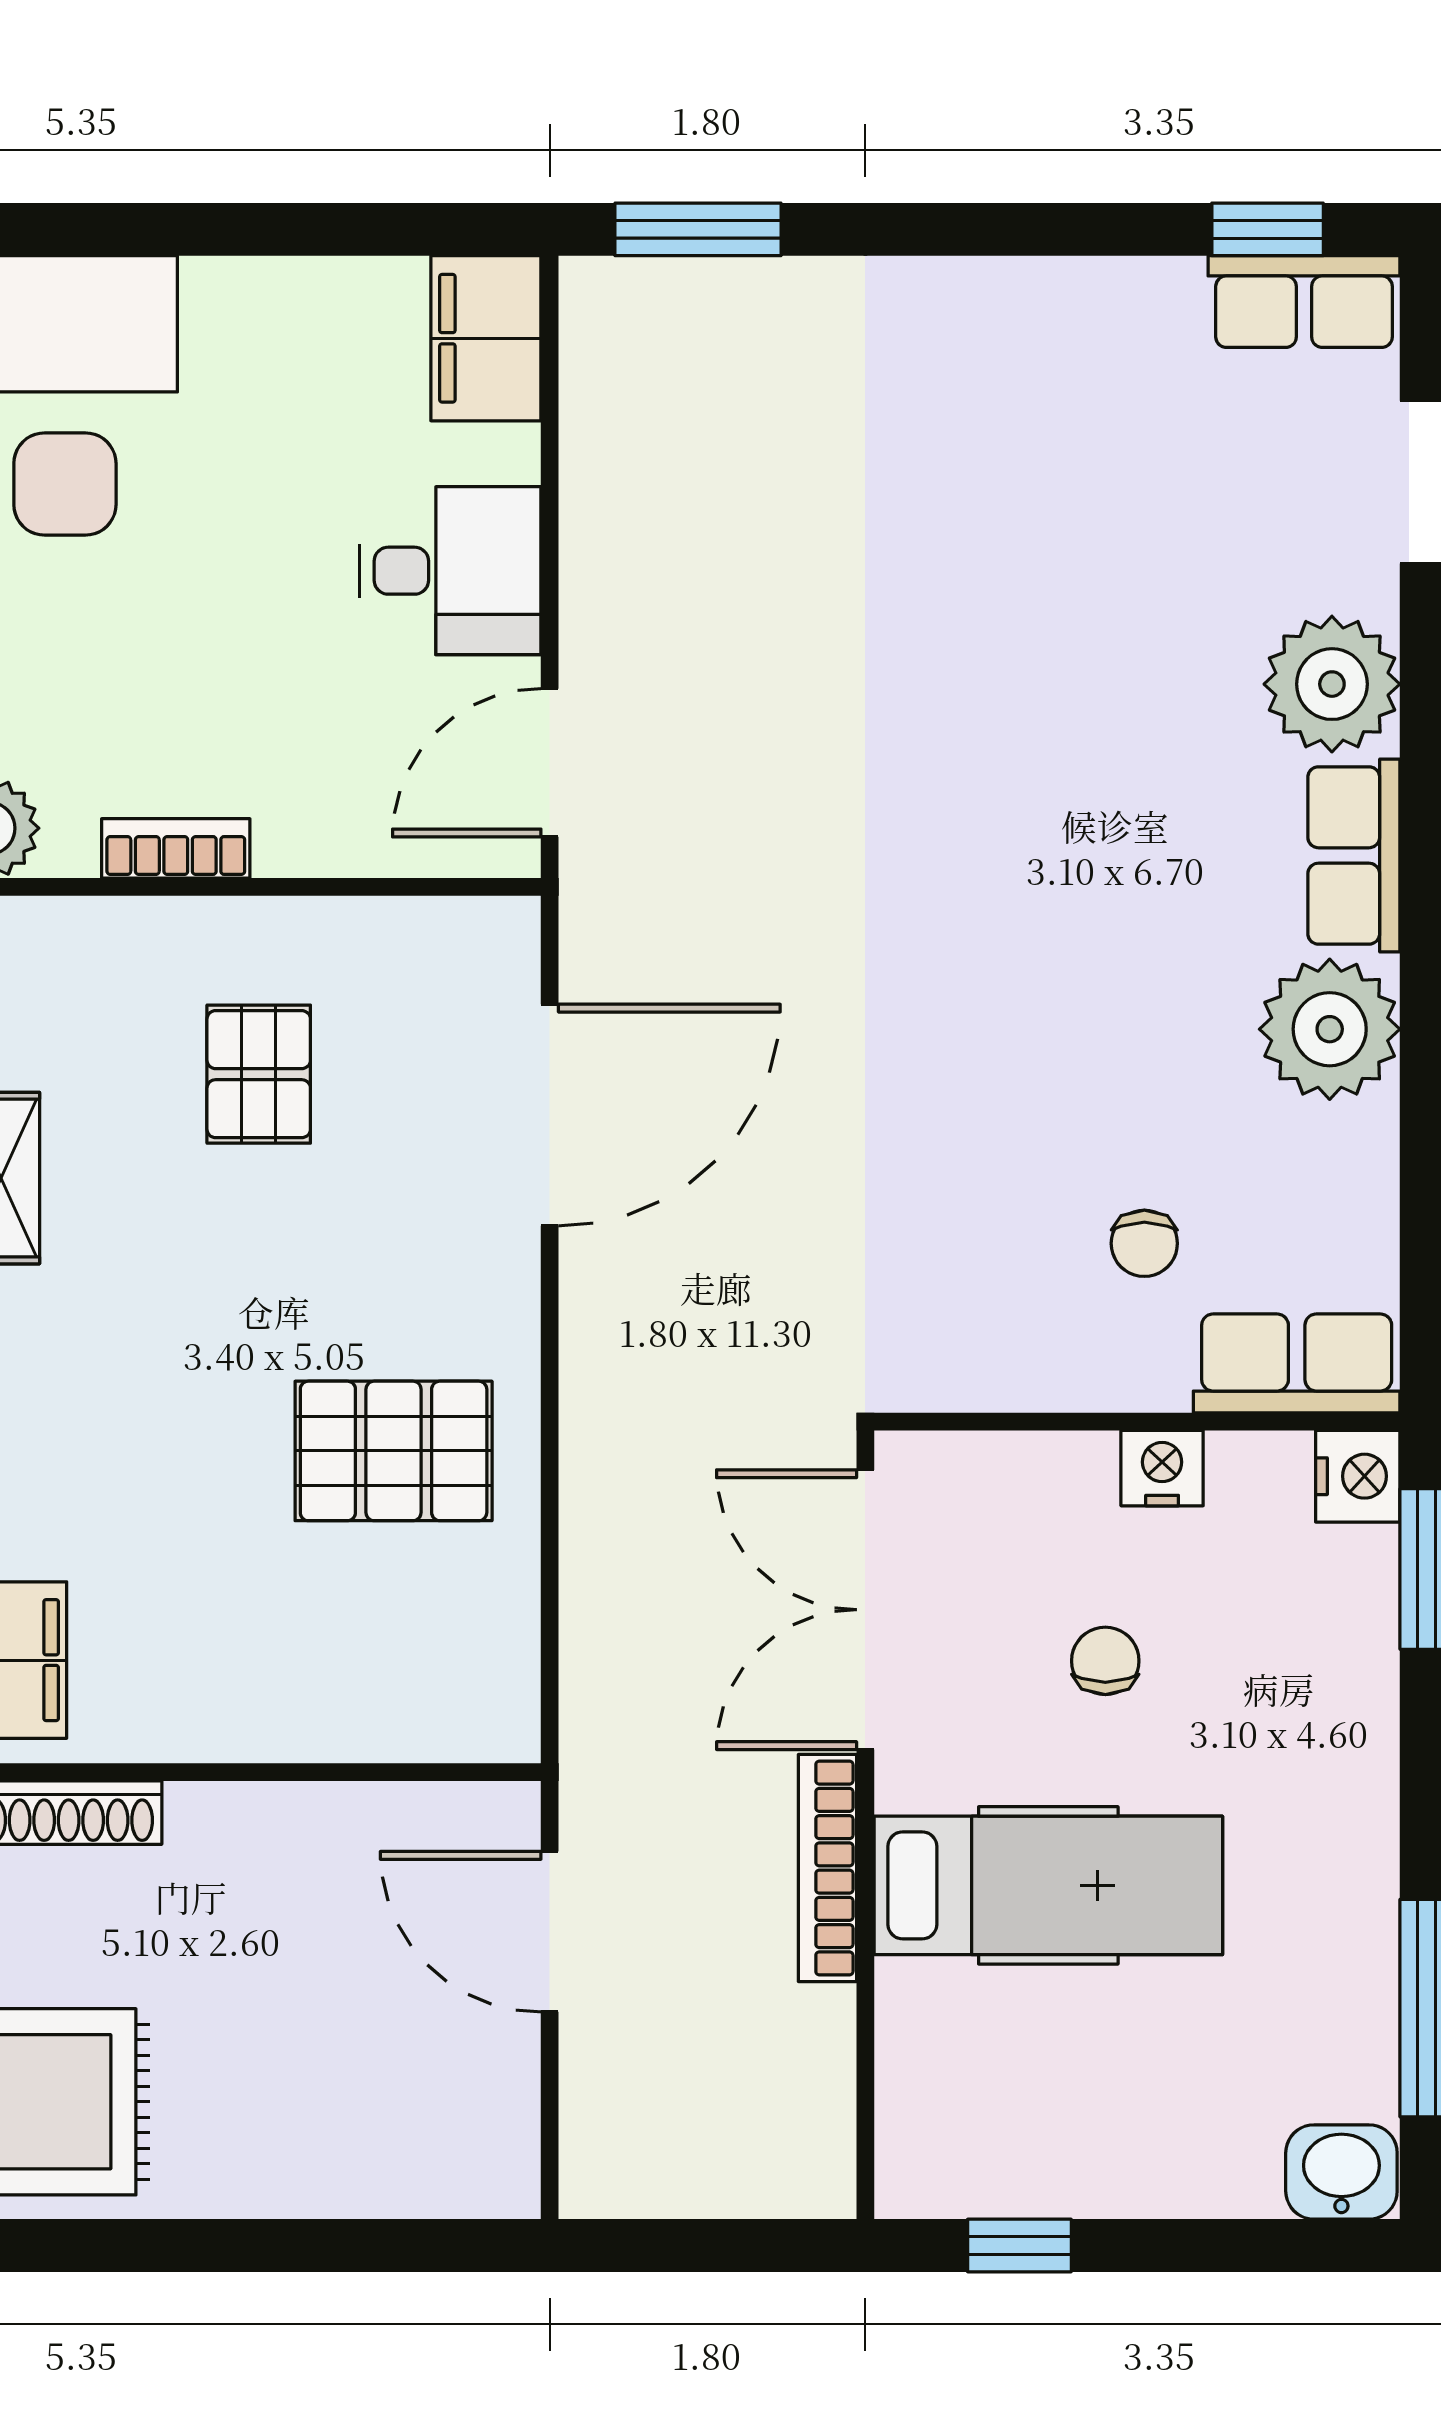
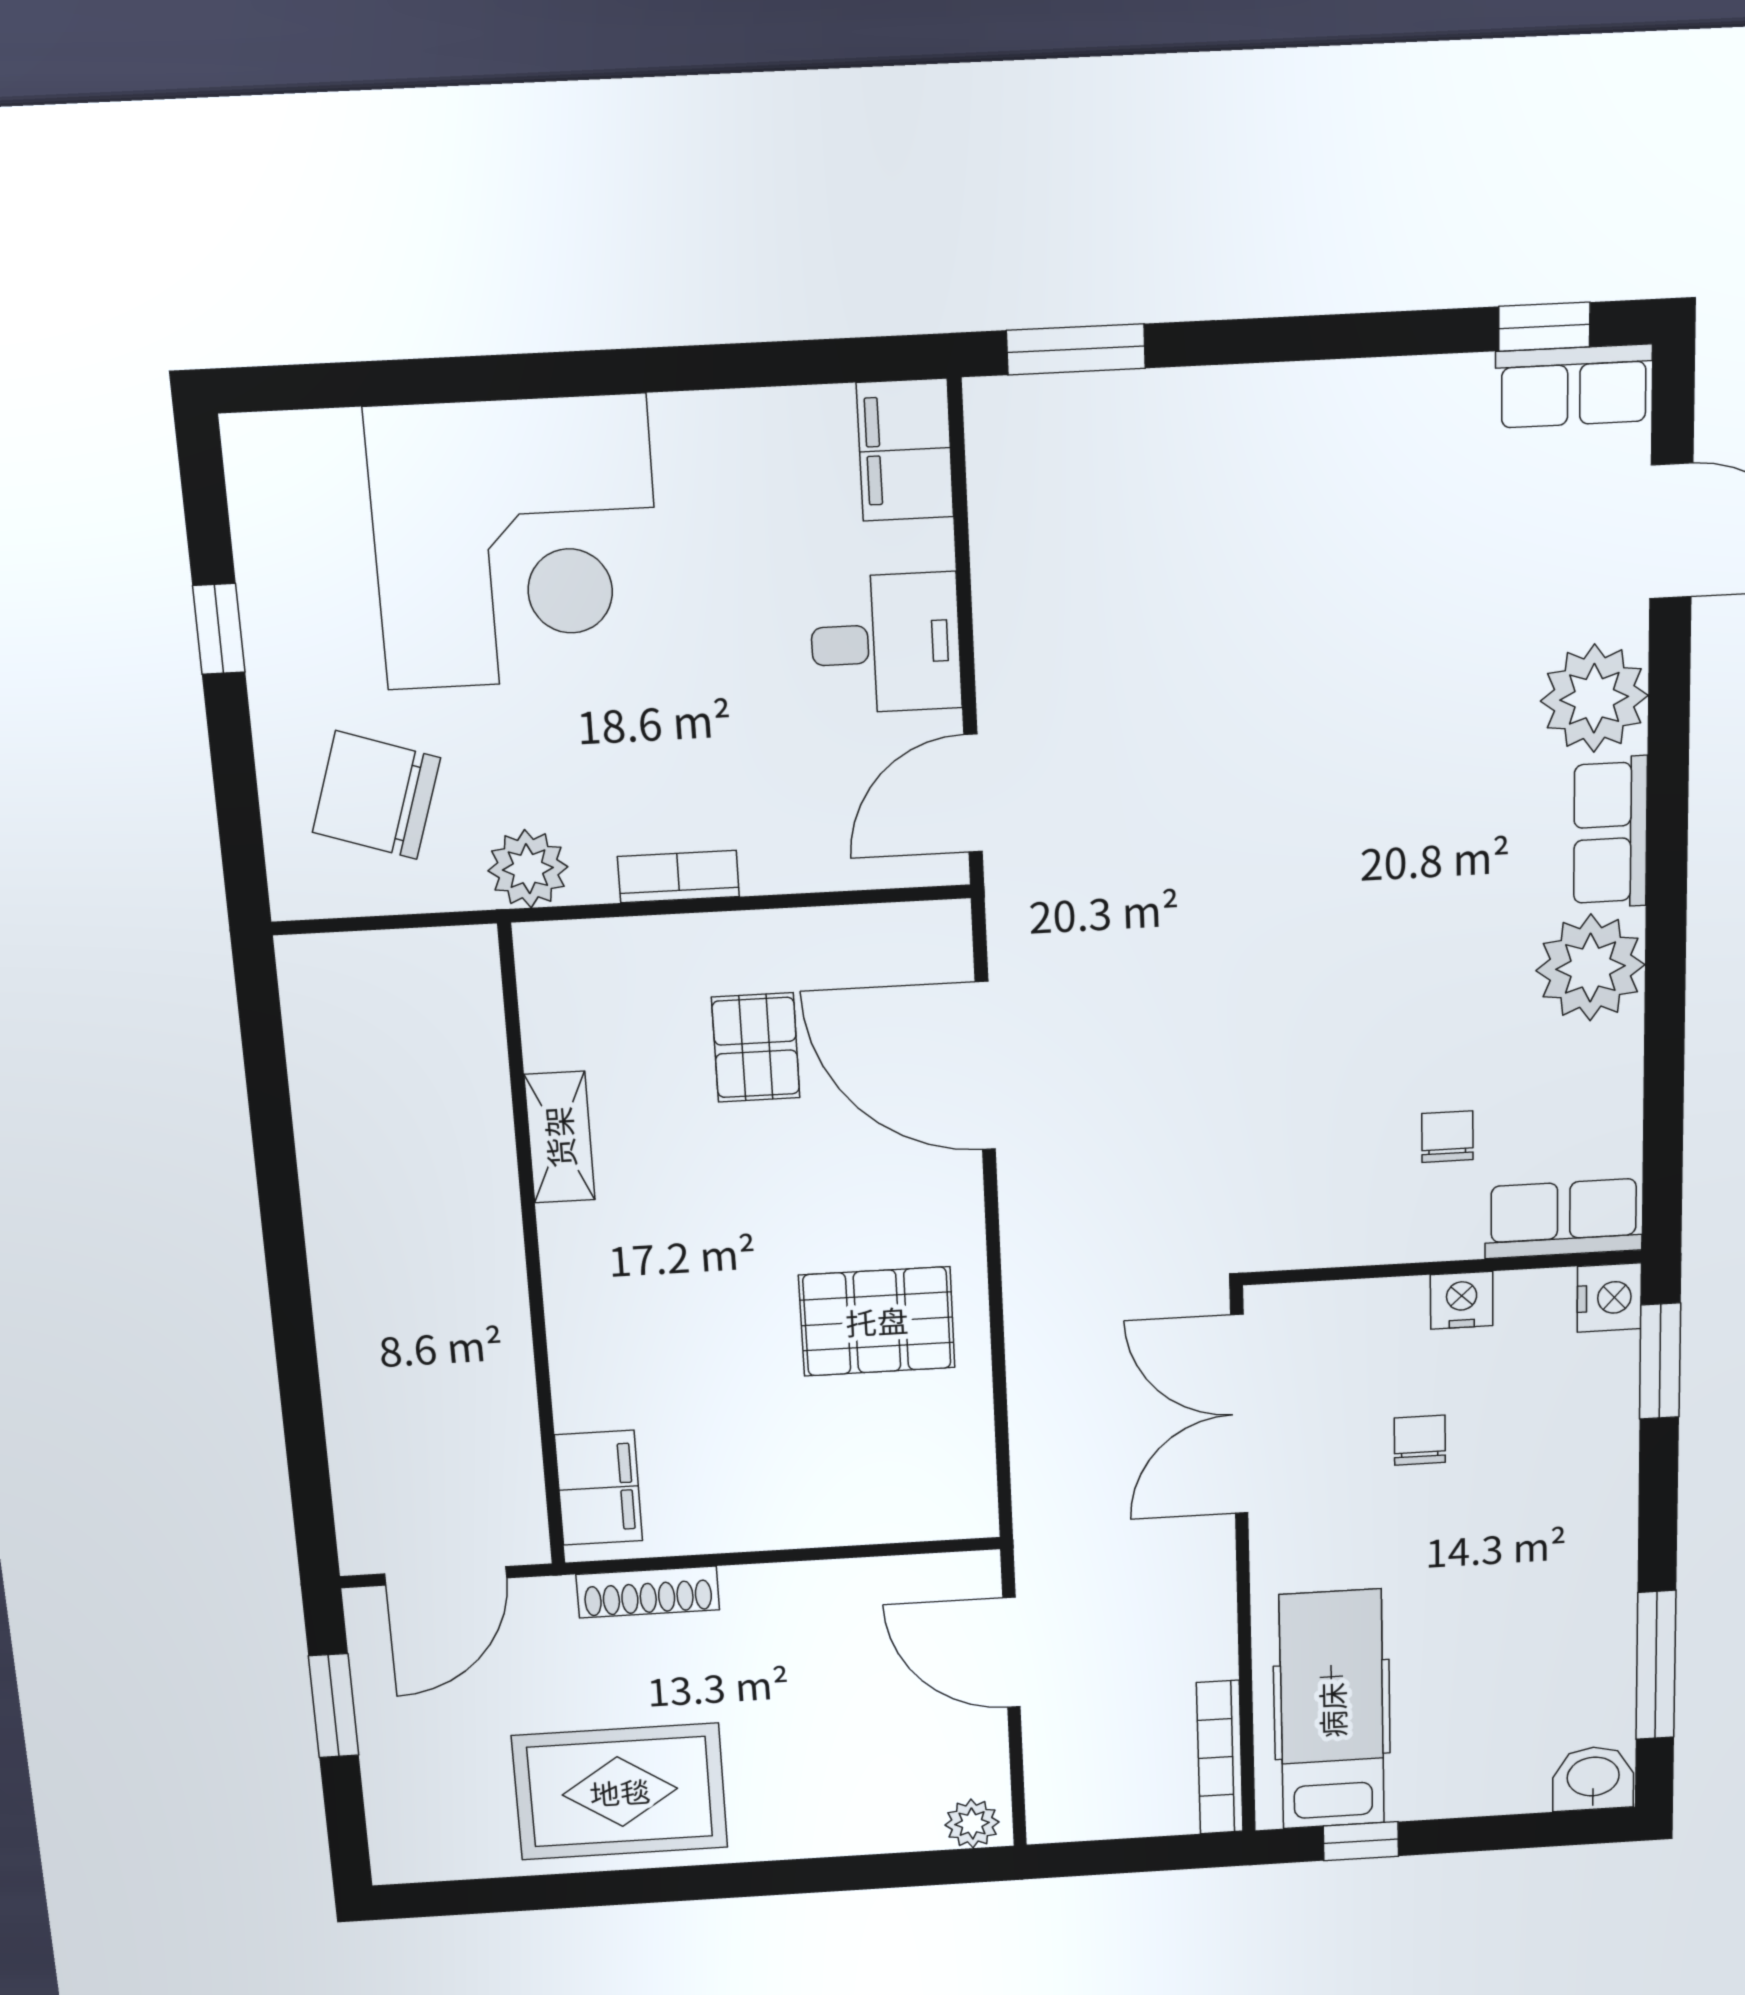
door: (550, 1115) -> (985, 1066), swing flipped
chair: (1144, 1243) -> (1447, 1137), turned 180
bookcase: (827, 1868) -> (1220, 1757), moved
hospital bed: (1048, 1885) -> (1332, 1710), moved, turned -90
plant: (485, 2182) -> (972, 1824), added

